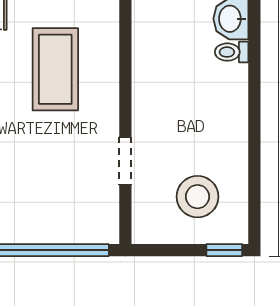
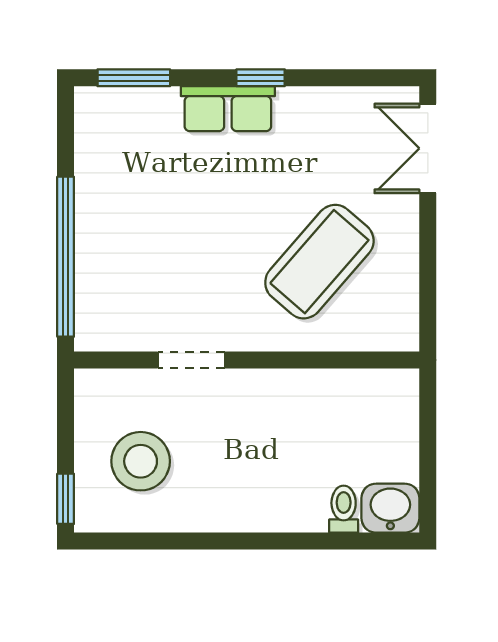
coffee table: (55, 69) -> (319, 262), turned -49

